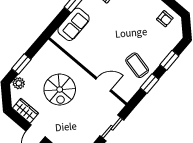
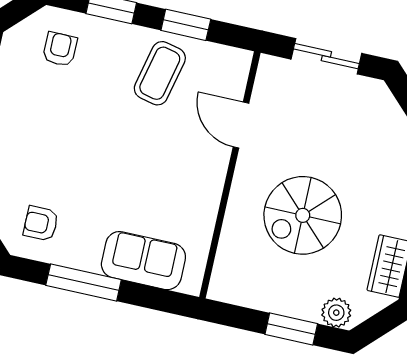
armchair: (165, 19) -> (60, 49), moved
spiral stairs: (60, 90) -> (303, 215), turned 180

